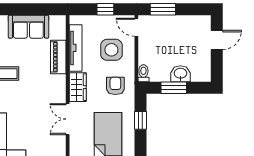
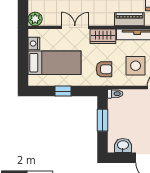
washbasin: (180, 74) -> (123, 145), moved, turned -90
window: (141, 120) -> (63, 91), moved

